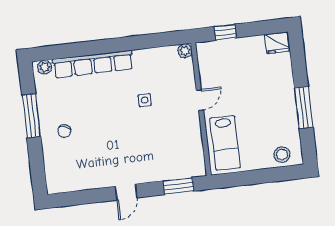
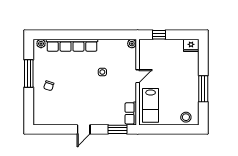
row of seats: (196, 159) -> (131, 113), added

